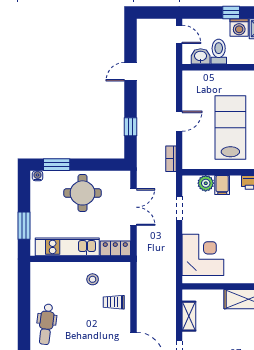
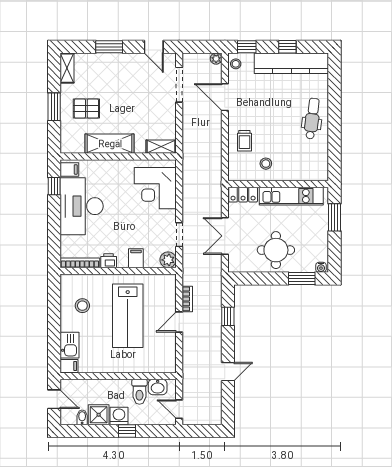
bookcase: (171, 159) -> (187, 299), moved
plant: (206, 183) -> (168, 260), moved
trolley: (114, 302) -> (244, 141), turned 90
shelving: (189, 316) -> (161, 147), moved, turned 90

